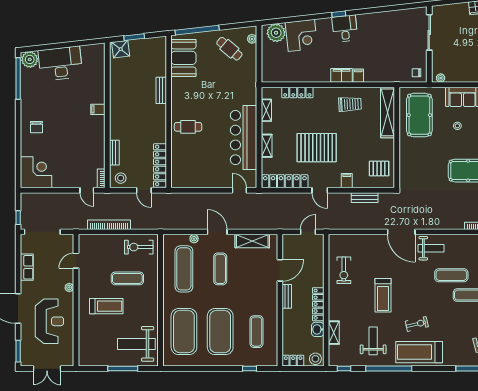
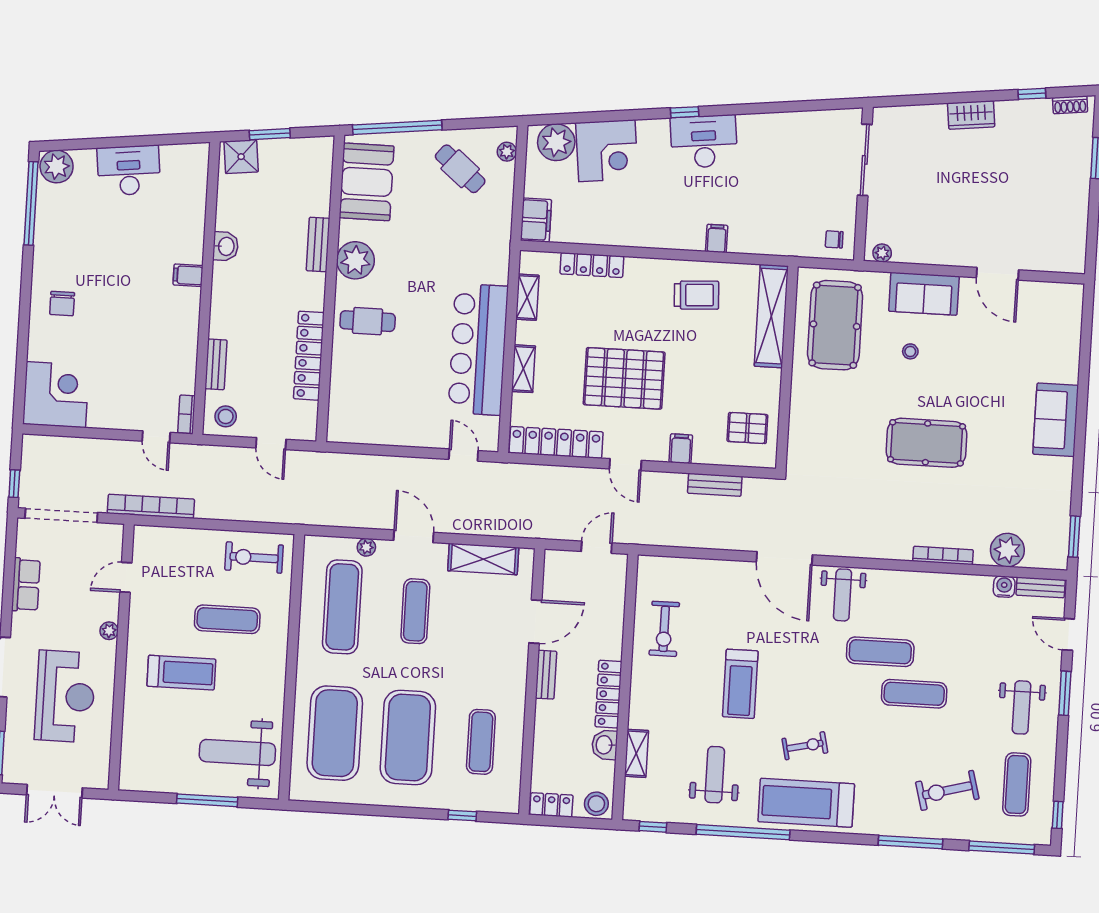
desk: (345, 29) -> (704, 141), width x1.37
desk: (60, 63) -> (129, 170), width x0.73, depth x0.77
filing cabinet: (342, 75) -> (536, 220), moved, turned 90
washbasin: (116, 94) -> (226, 246), added
plant: (180, 97) -> (355, 260), added
locker: (160, 165) -> (309, 356), moved
bookcase: (109, 225) -> (151, 506), moved
weight bench: (431, 248) -> (843, 595), turned 90

